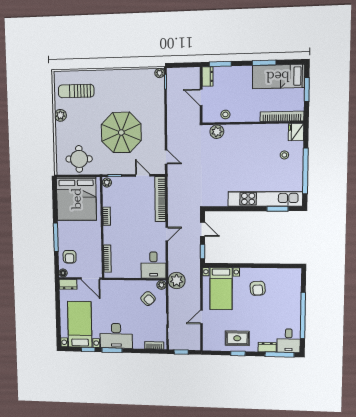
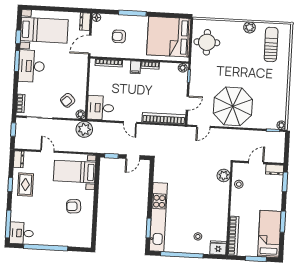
parasol: (121, 132) -> (233, 106), moved
filing cabinet: (110, 231) -> (135, 67), added
armchair: (70, 257) -> (119, 36), moved
dresser: (267, 347) -> (19, 159), moved

